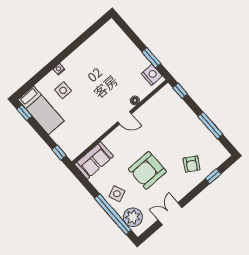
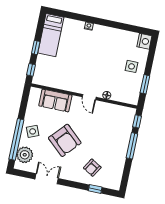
nightstand: (152, 75) -> (144, 41), moved
side table: (63, 90) -> (132, 66), moved
window: (24, 113) -> (36, 47), moved
window: (210, 125) -> (132, 146), moved
sofa: (94, 160) -> (55, 101), moved
armchair: (147, 170) -> (65, 140), turned -138

